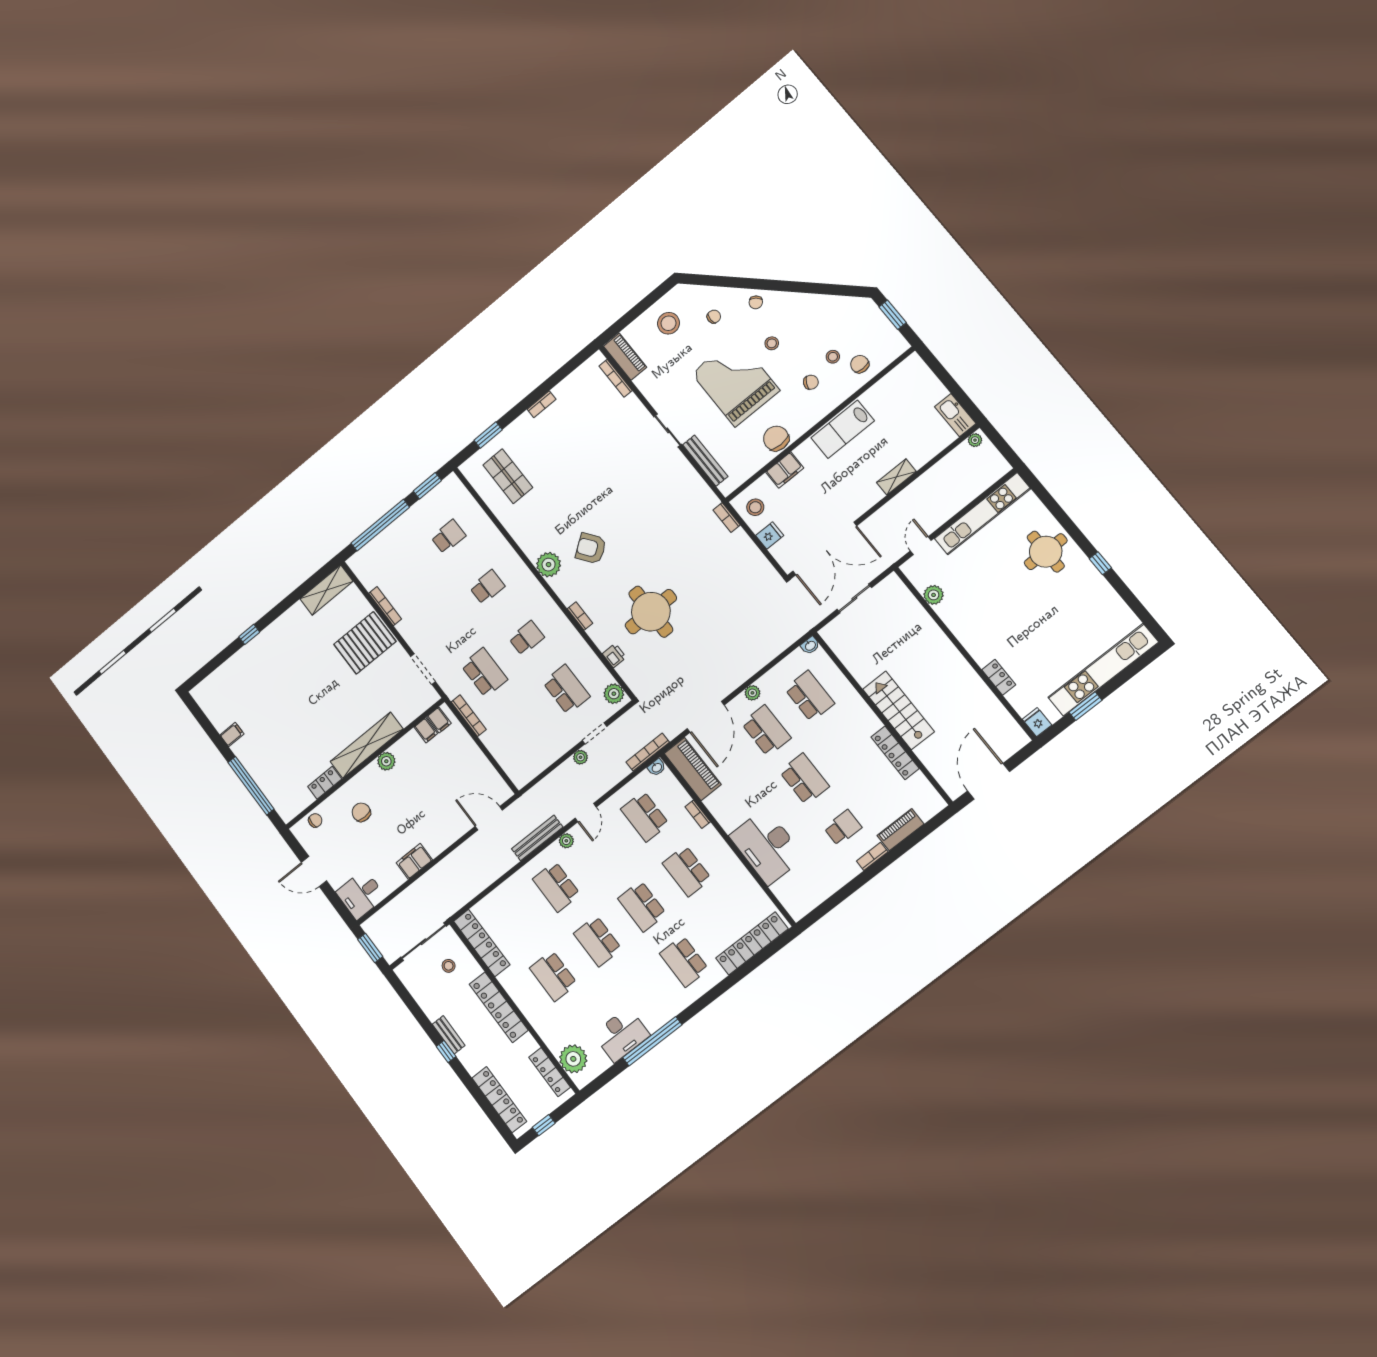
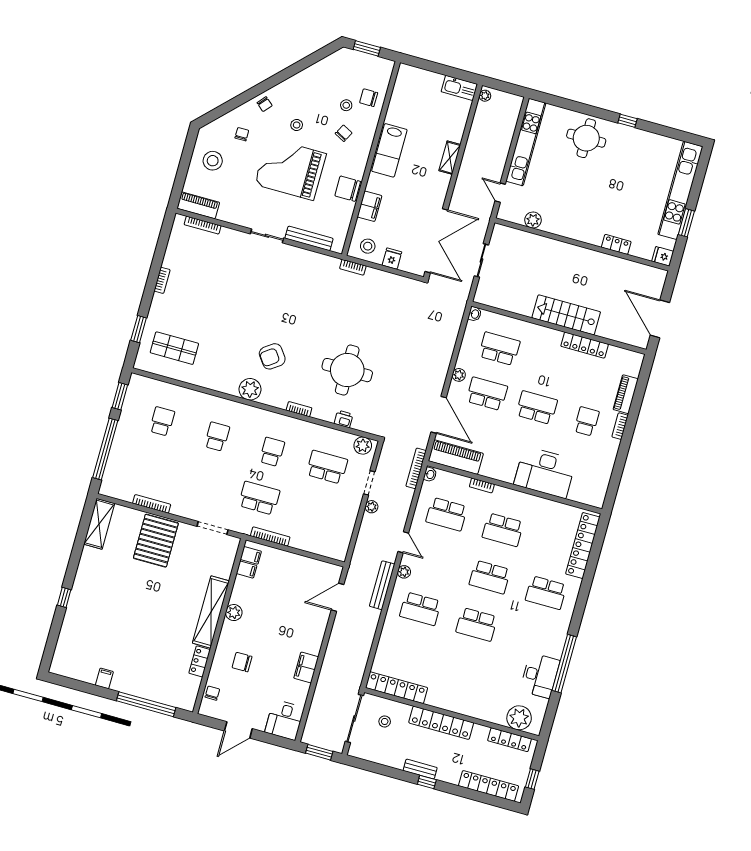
school desk: (553, 976) -> (463, 672), removed

